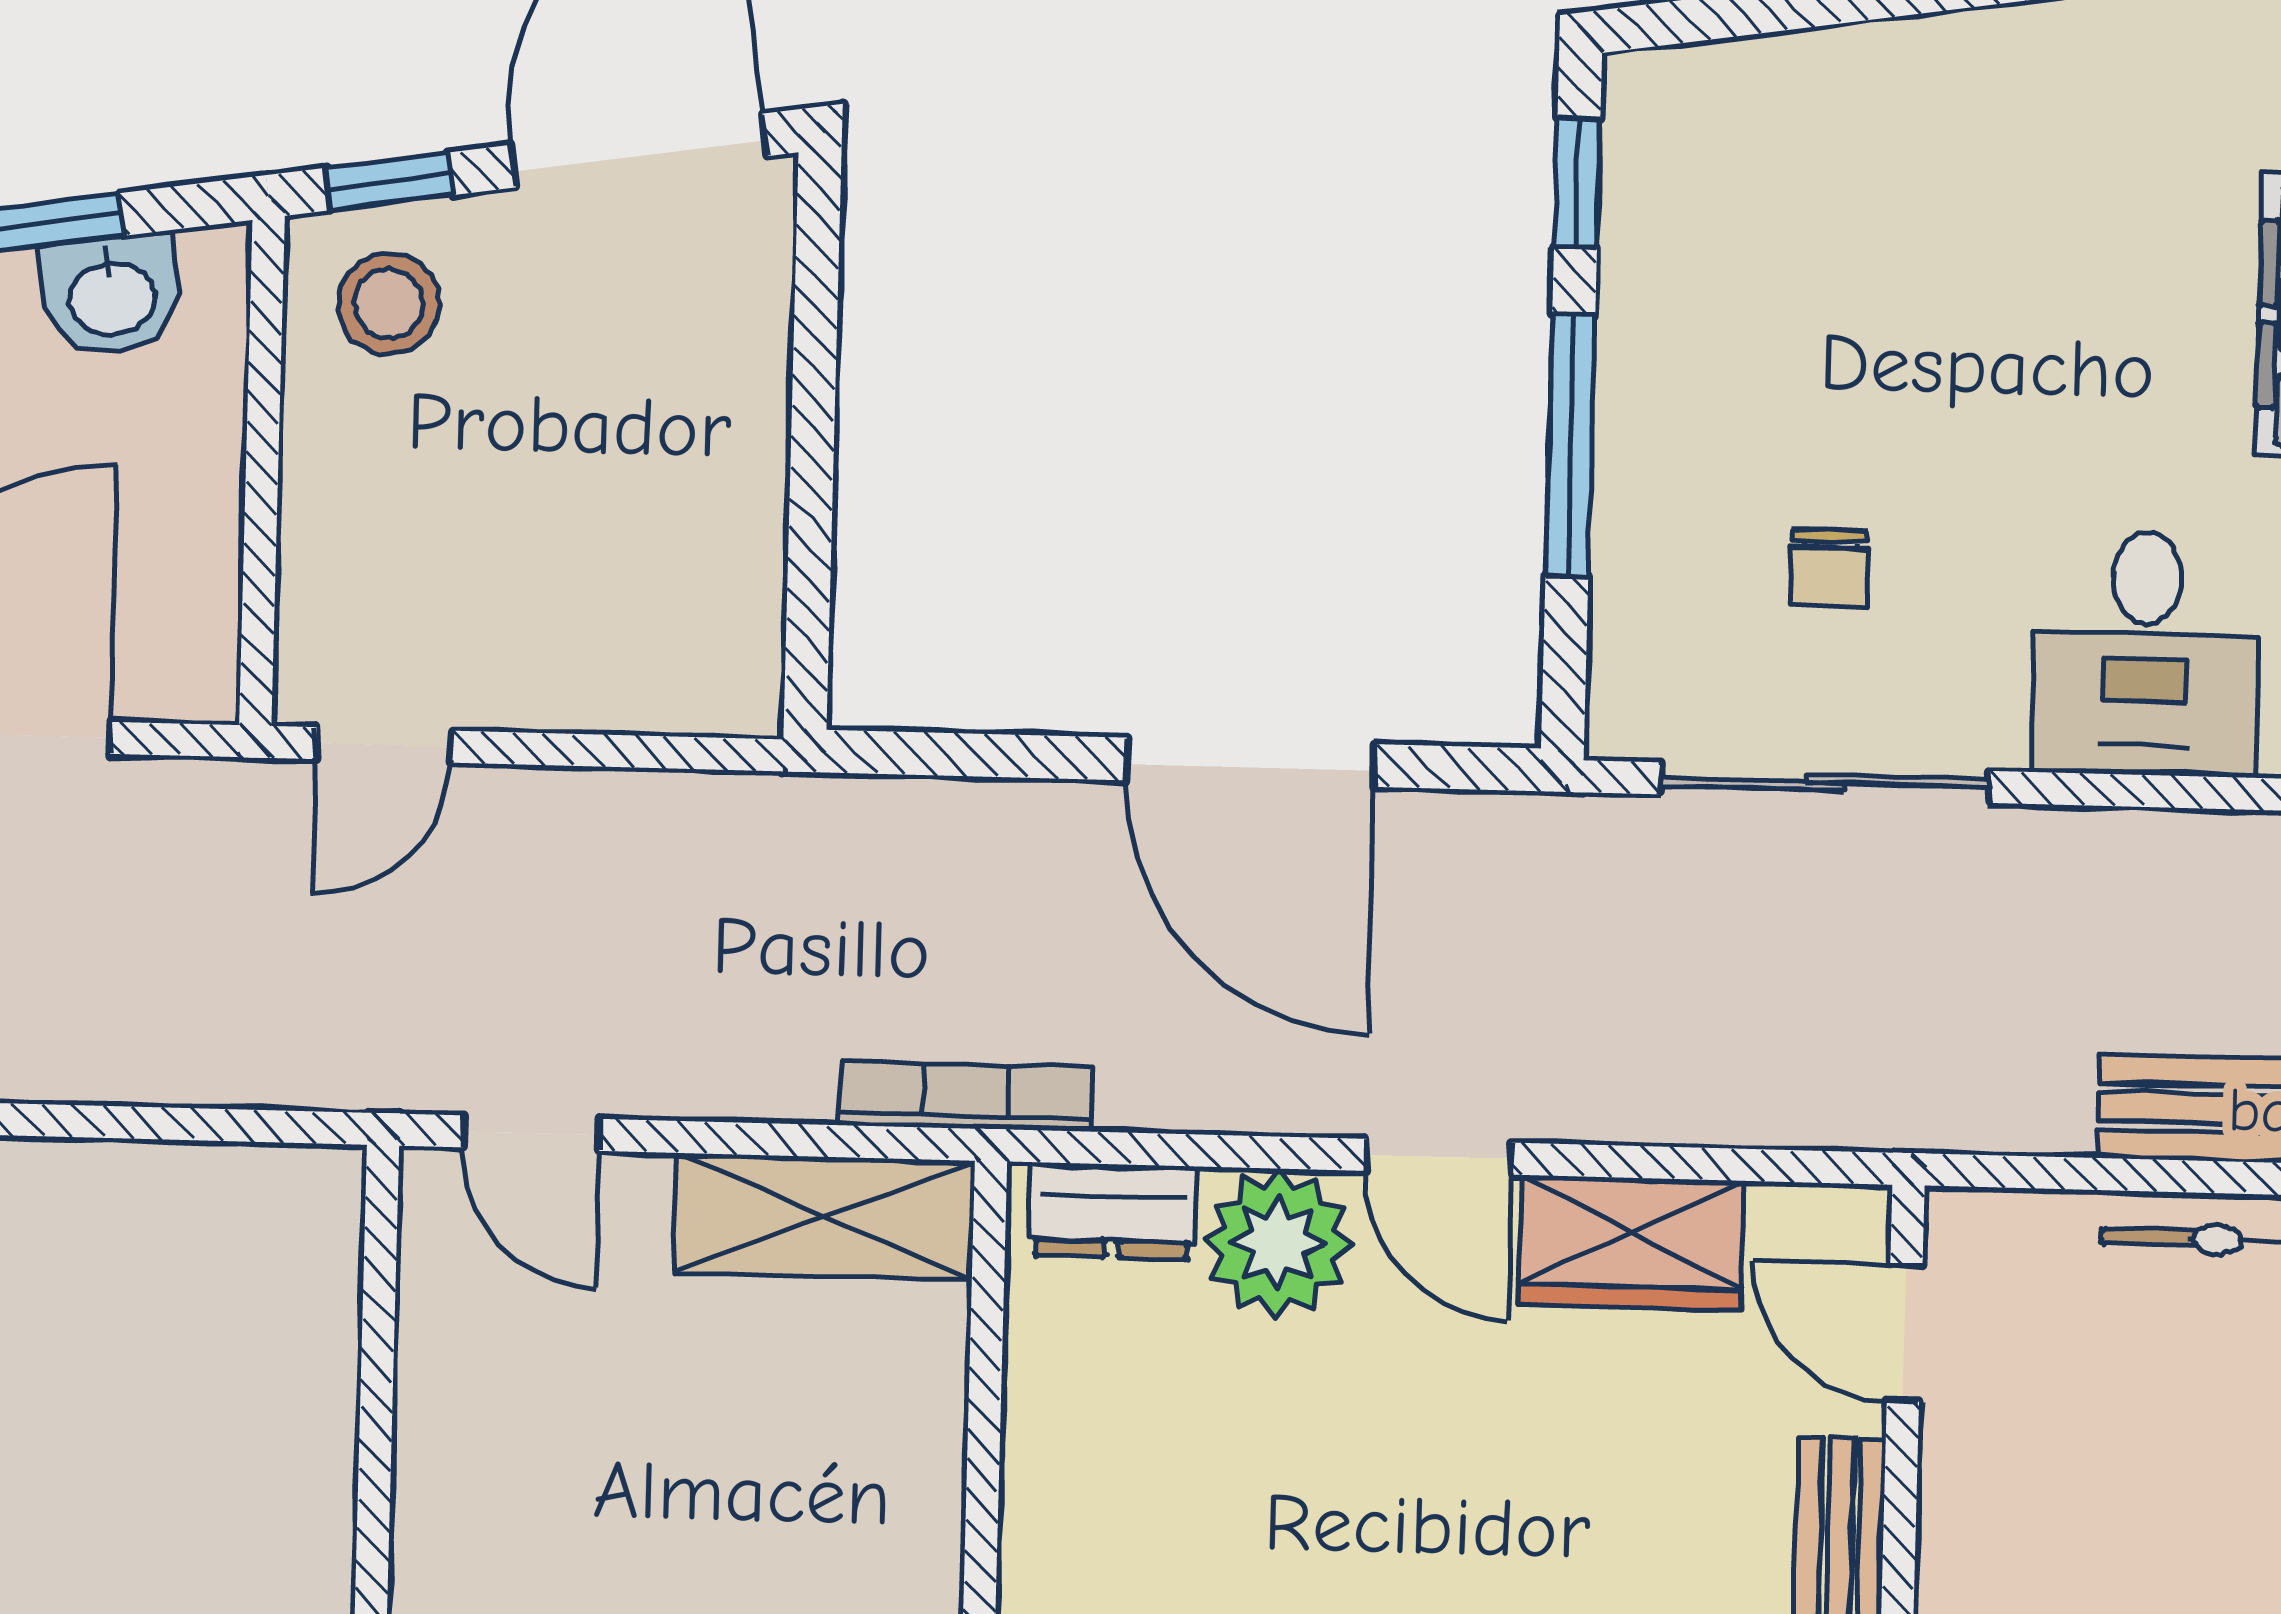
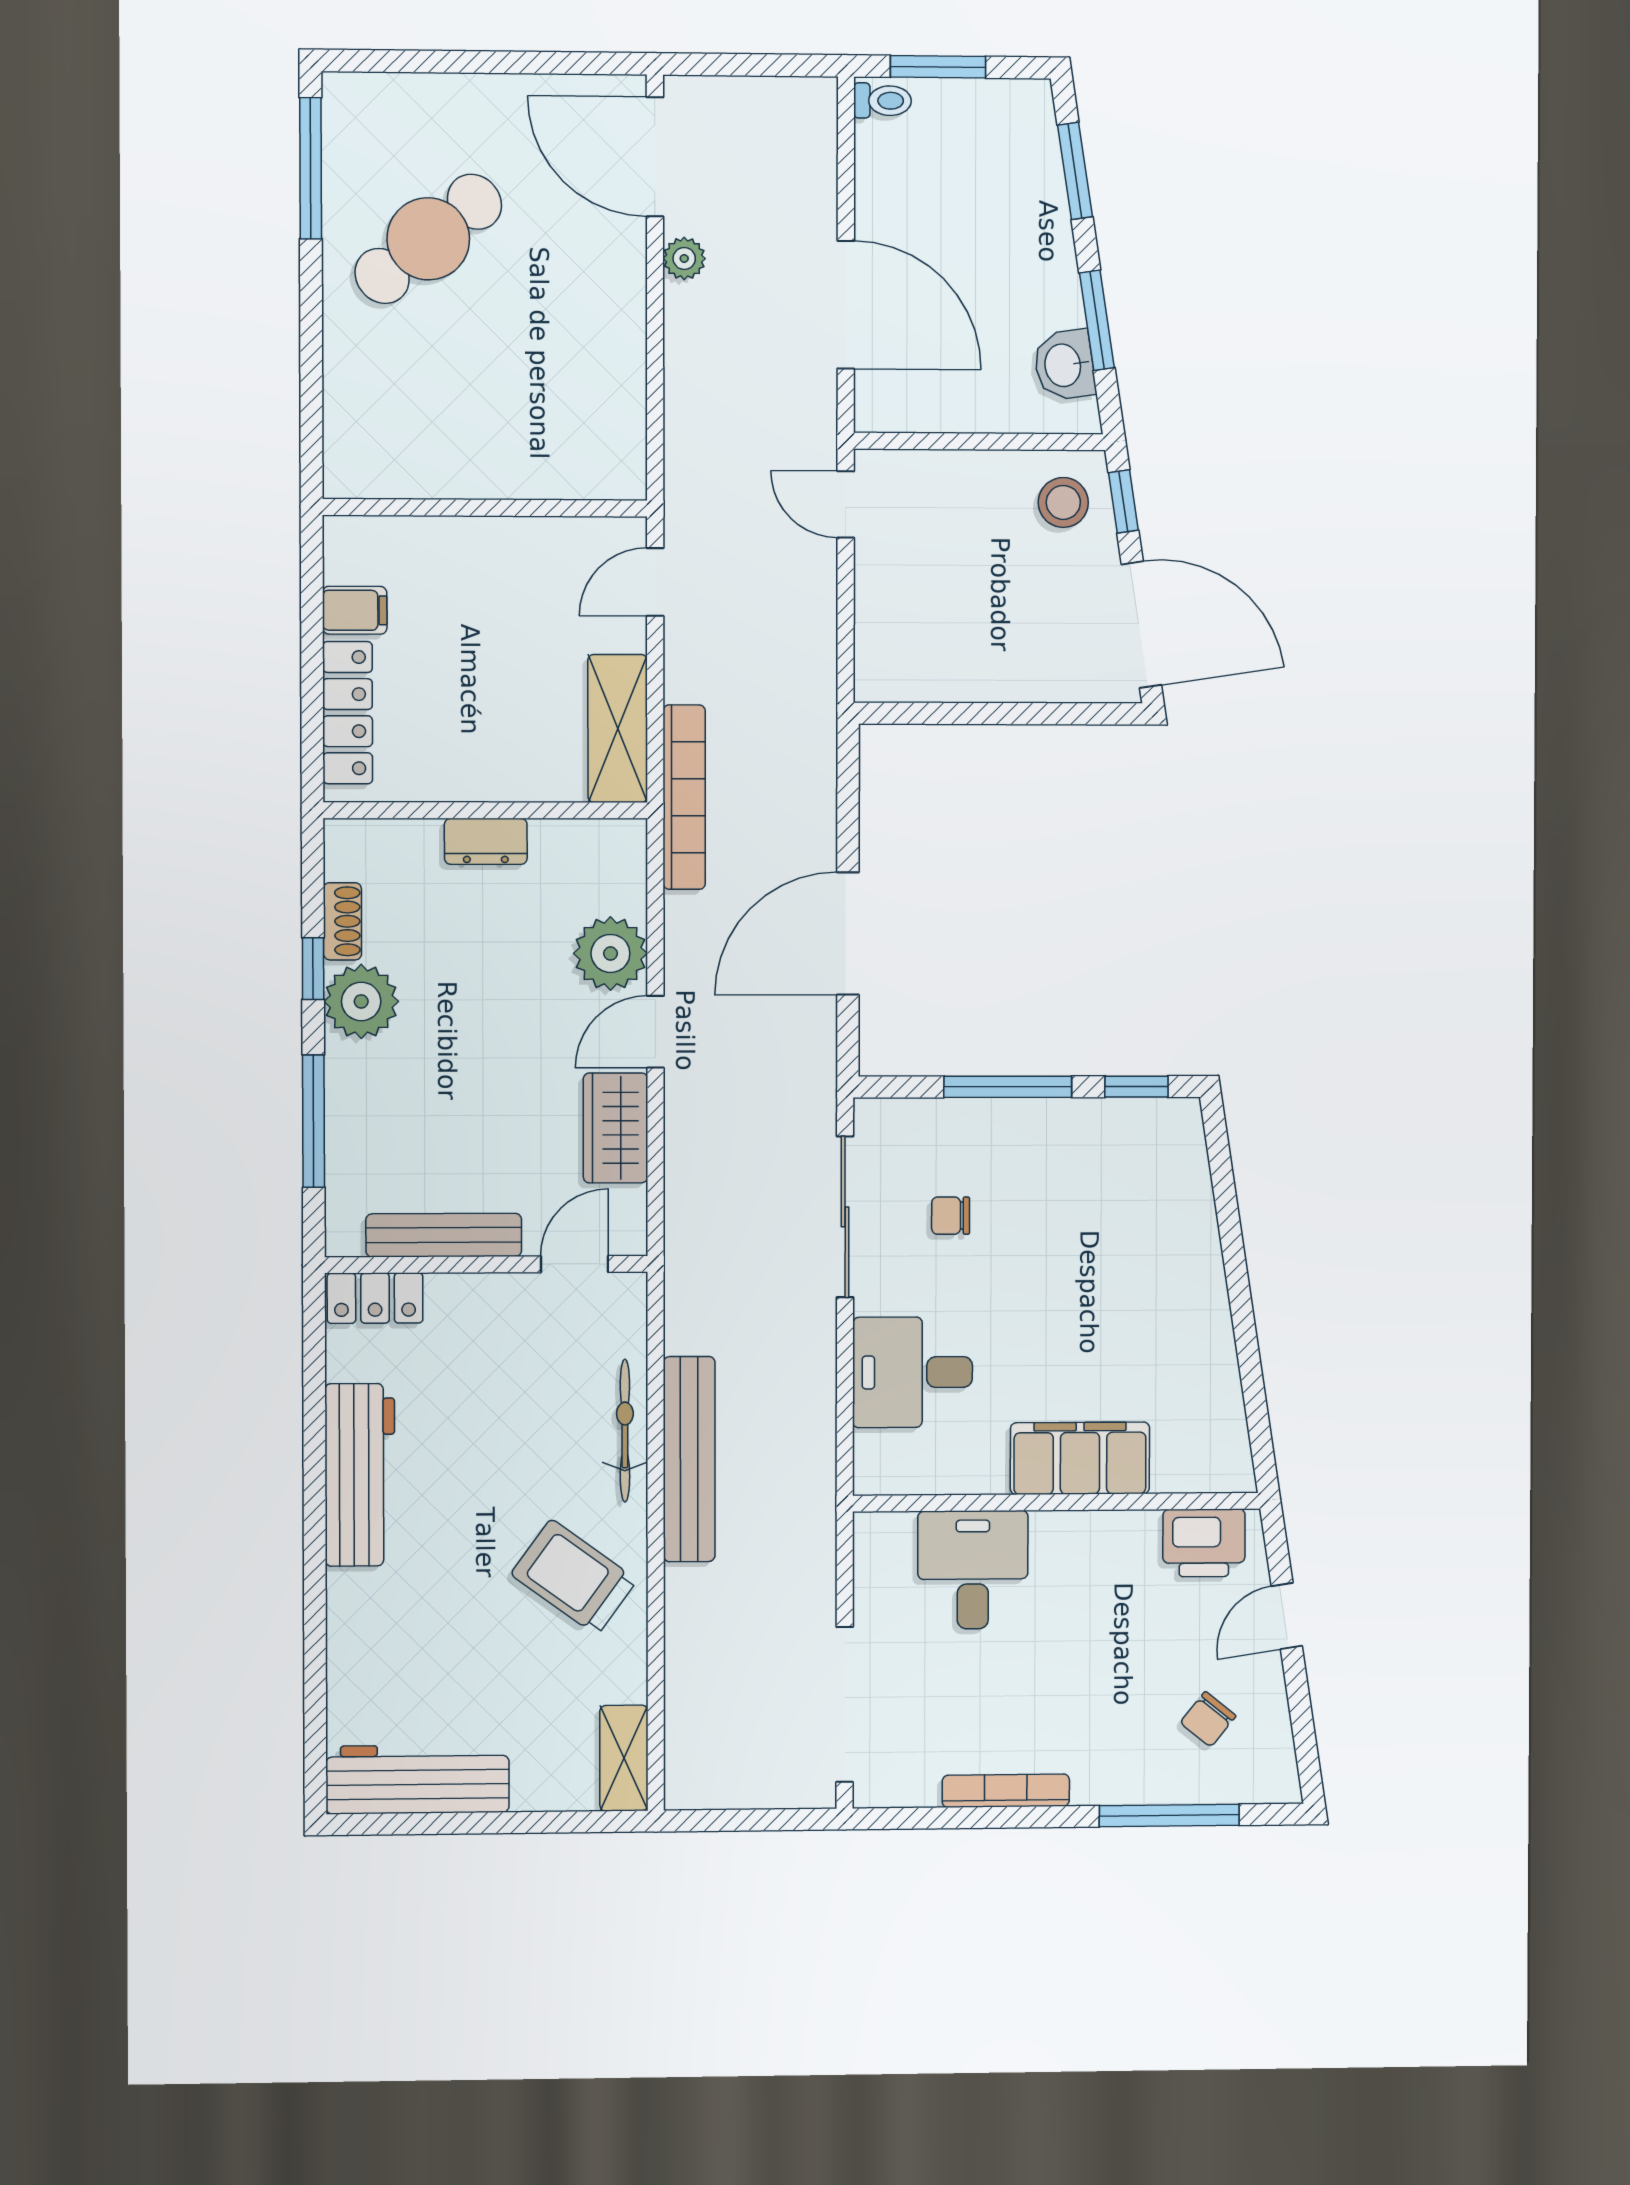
bookcase: (966, 1096) -> (684, 797), width x1.48, depth x1.31
dresser: (1113, 1211) -> (486, 841), moved, turned -90

